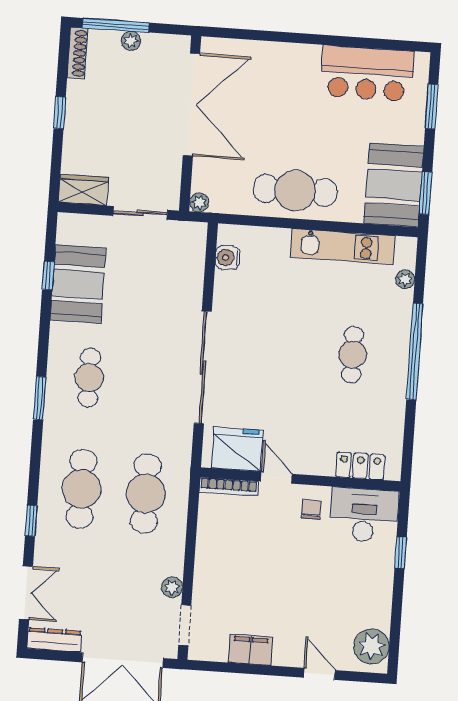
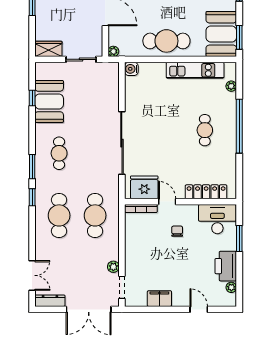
water cooler: (227, 258) -> (131, 69), moved
locker: (360, 466) -> (206, 192), width x1.53
chair: (311, 510) -> (177, 231), moved
window: (31, 521) -> (32, 197), moved
window: (401, 553) -> (239, 239), width x1.50
printer: (373, 600) -> (226, 266), added
plant: (371, 646) -> (231, 287), width x0.53, depth x0.53

